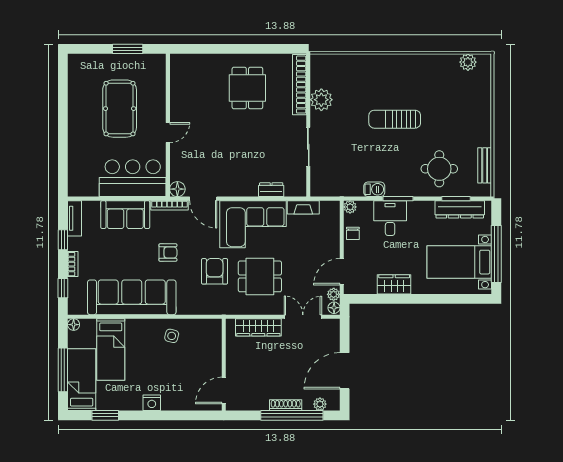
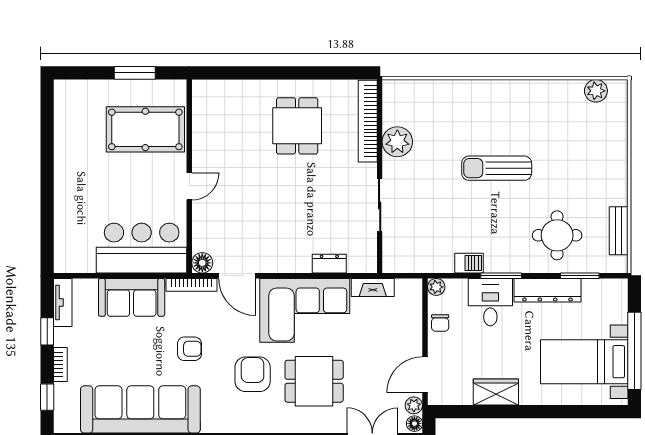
pool table: (120, 109) -> (145, 129), moved, turned 90
dresser: (460, 209) -> (548, 290), moved

